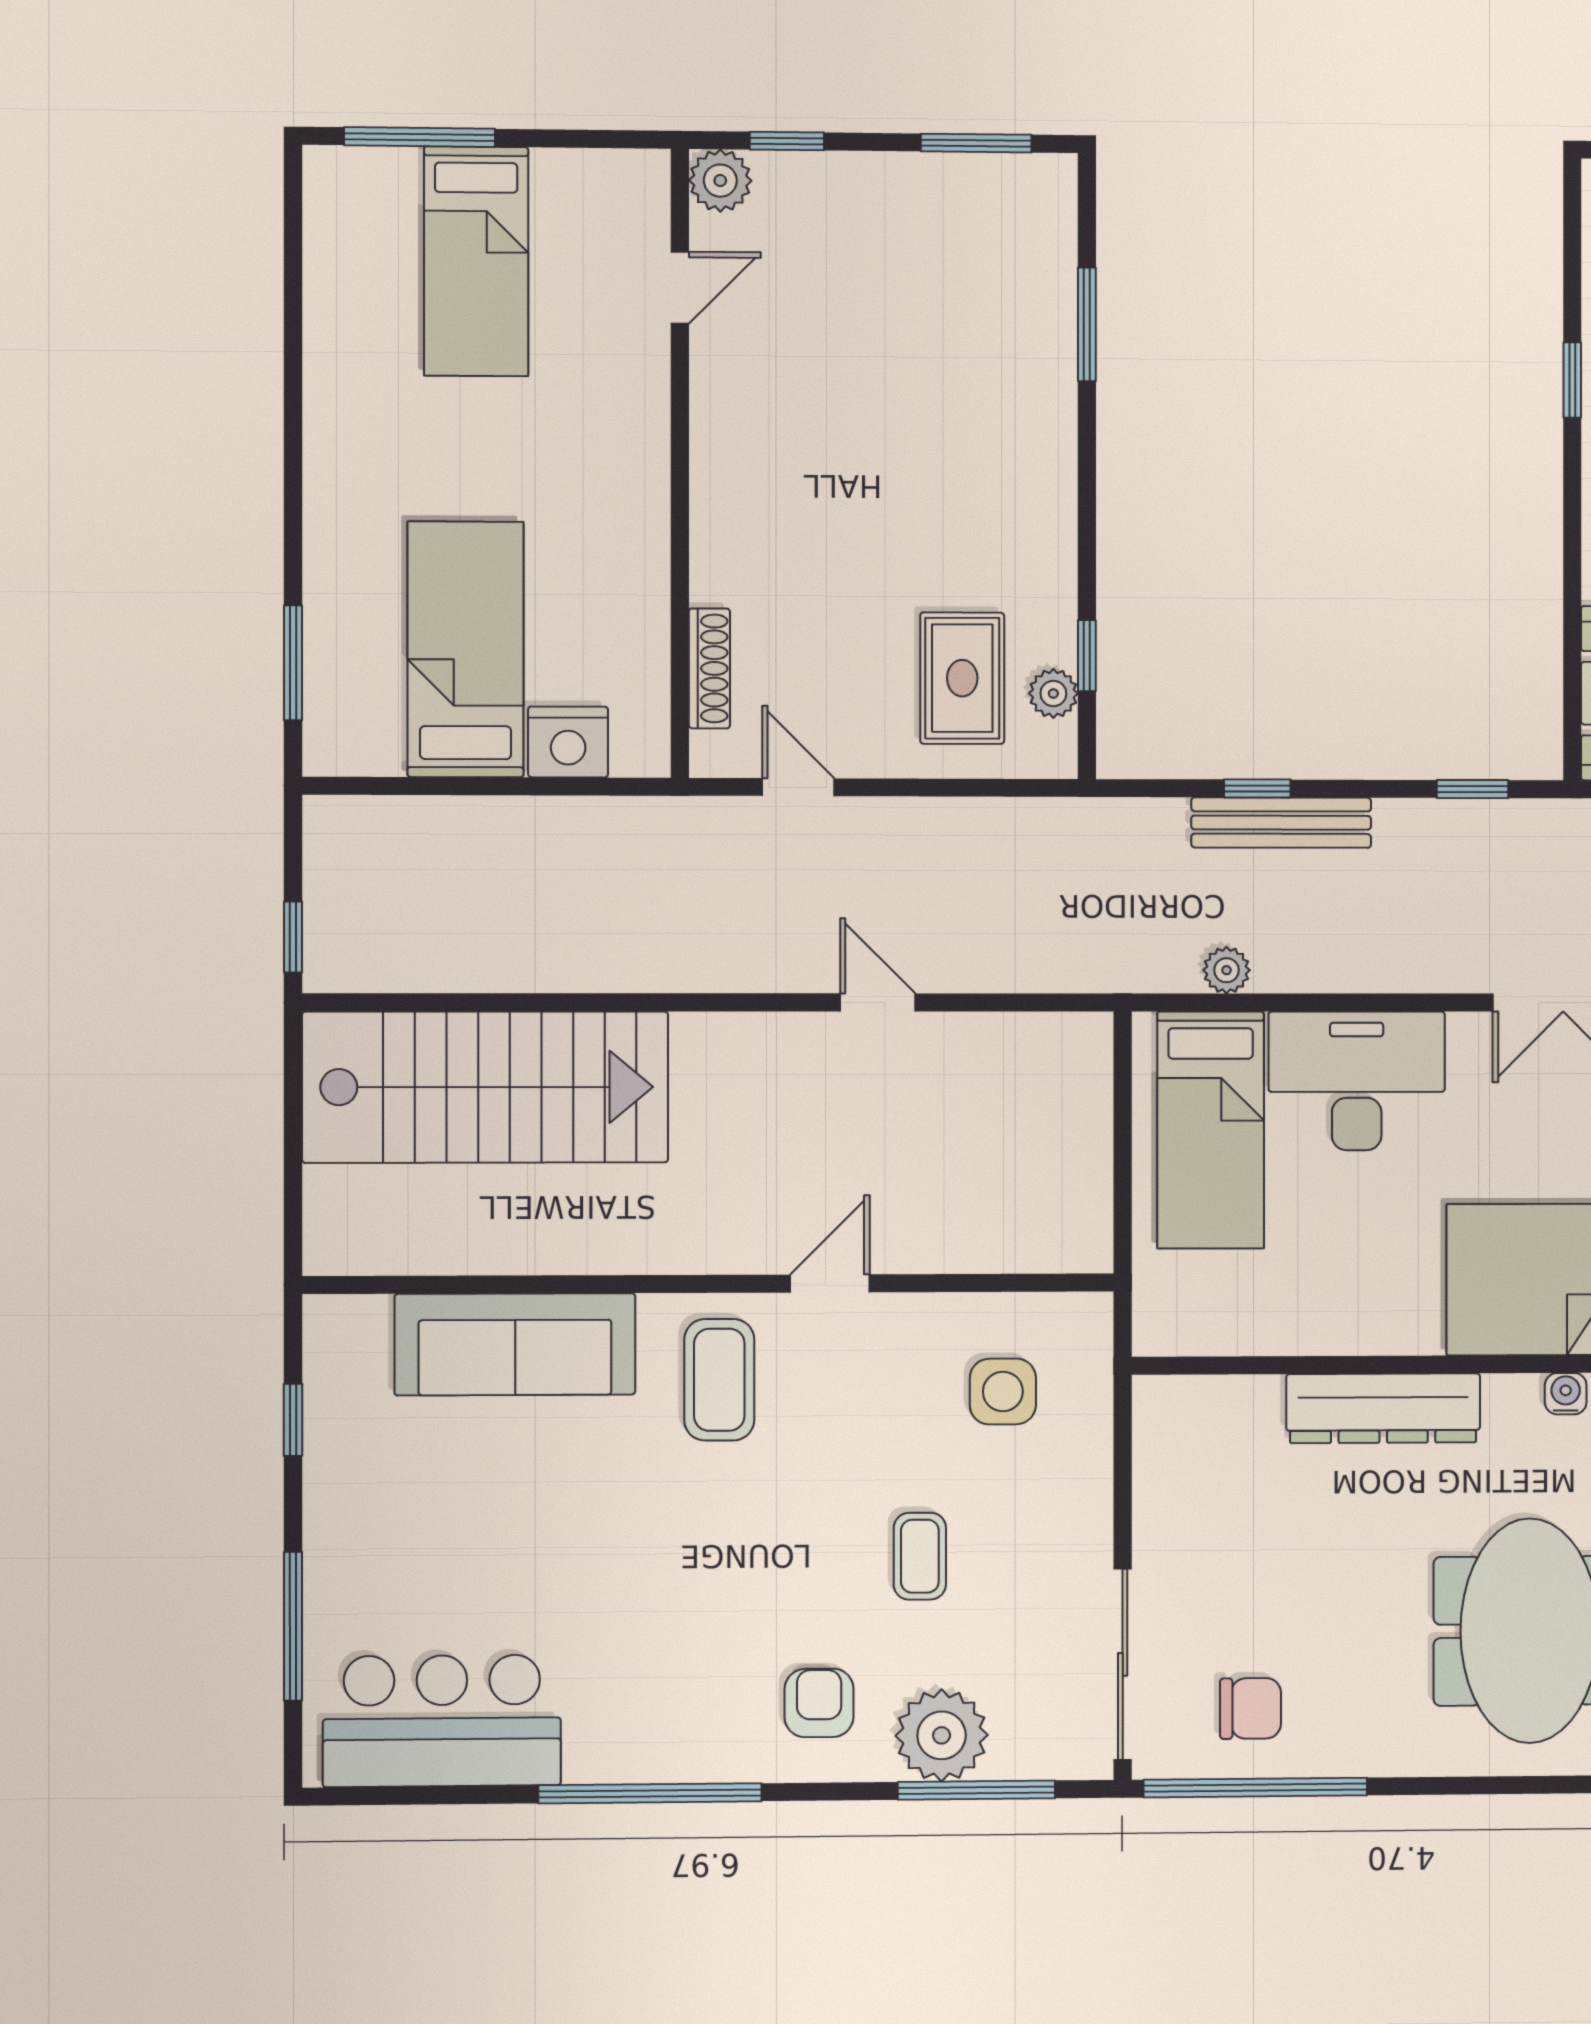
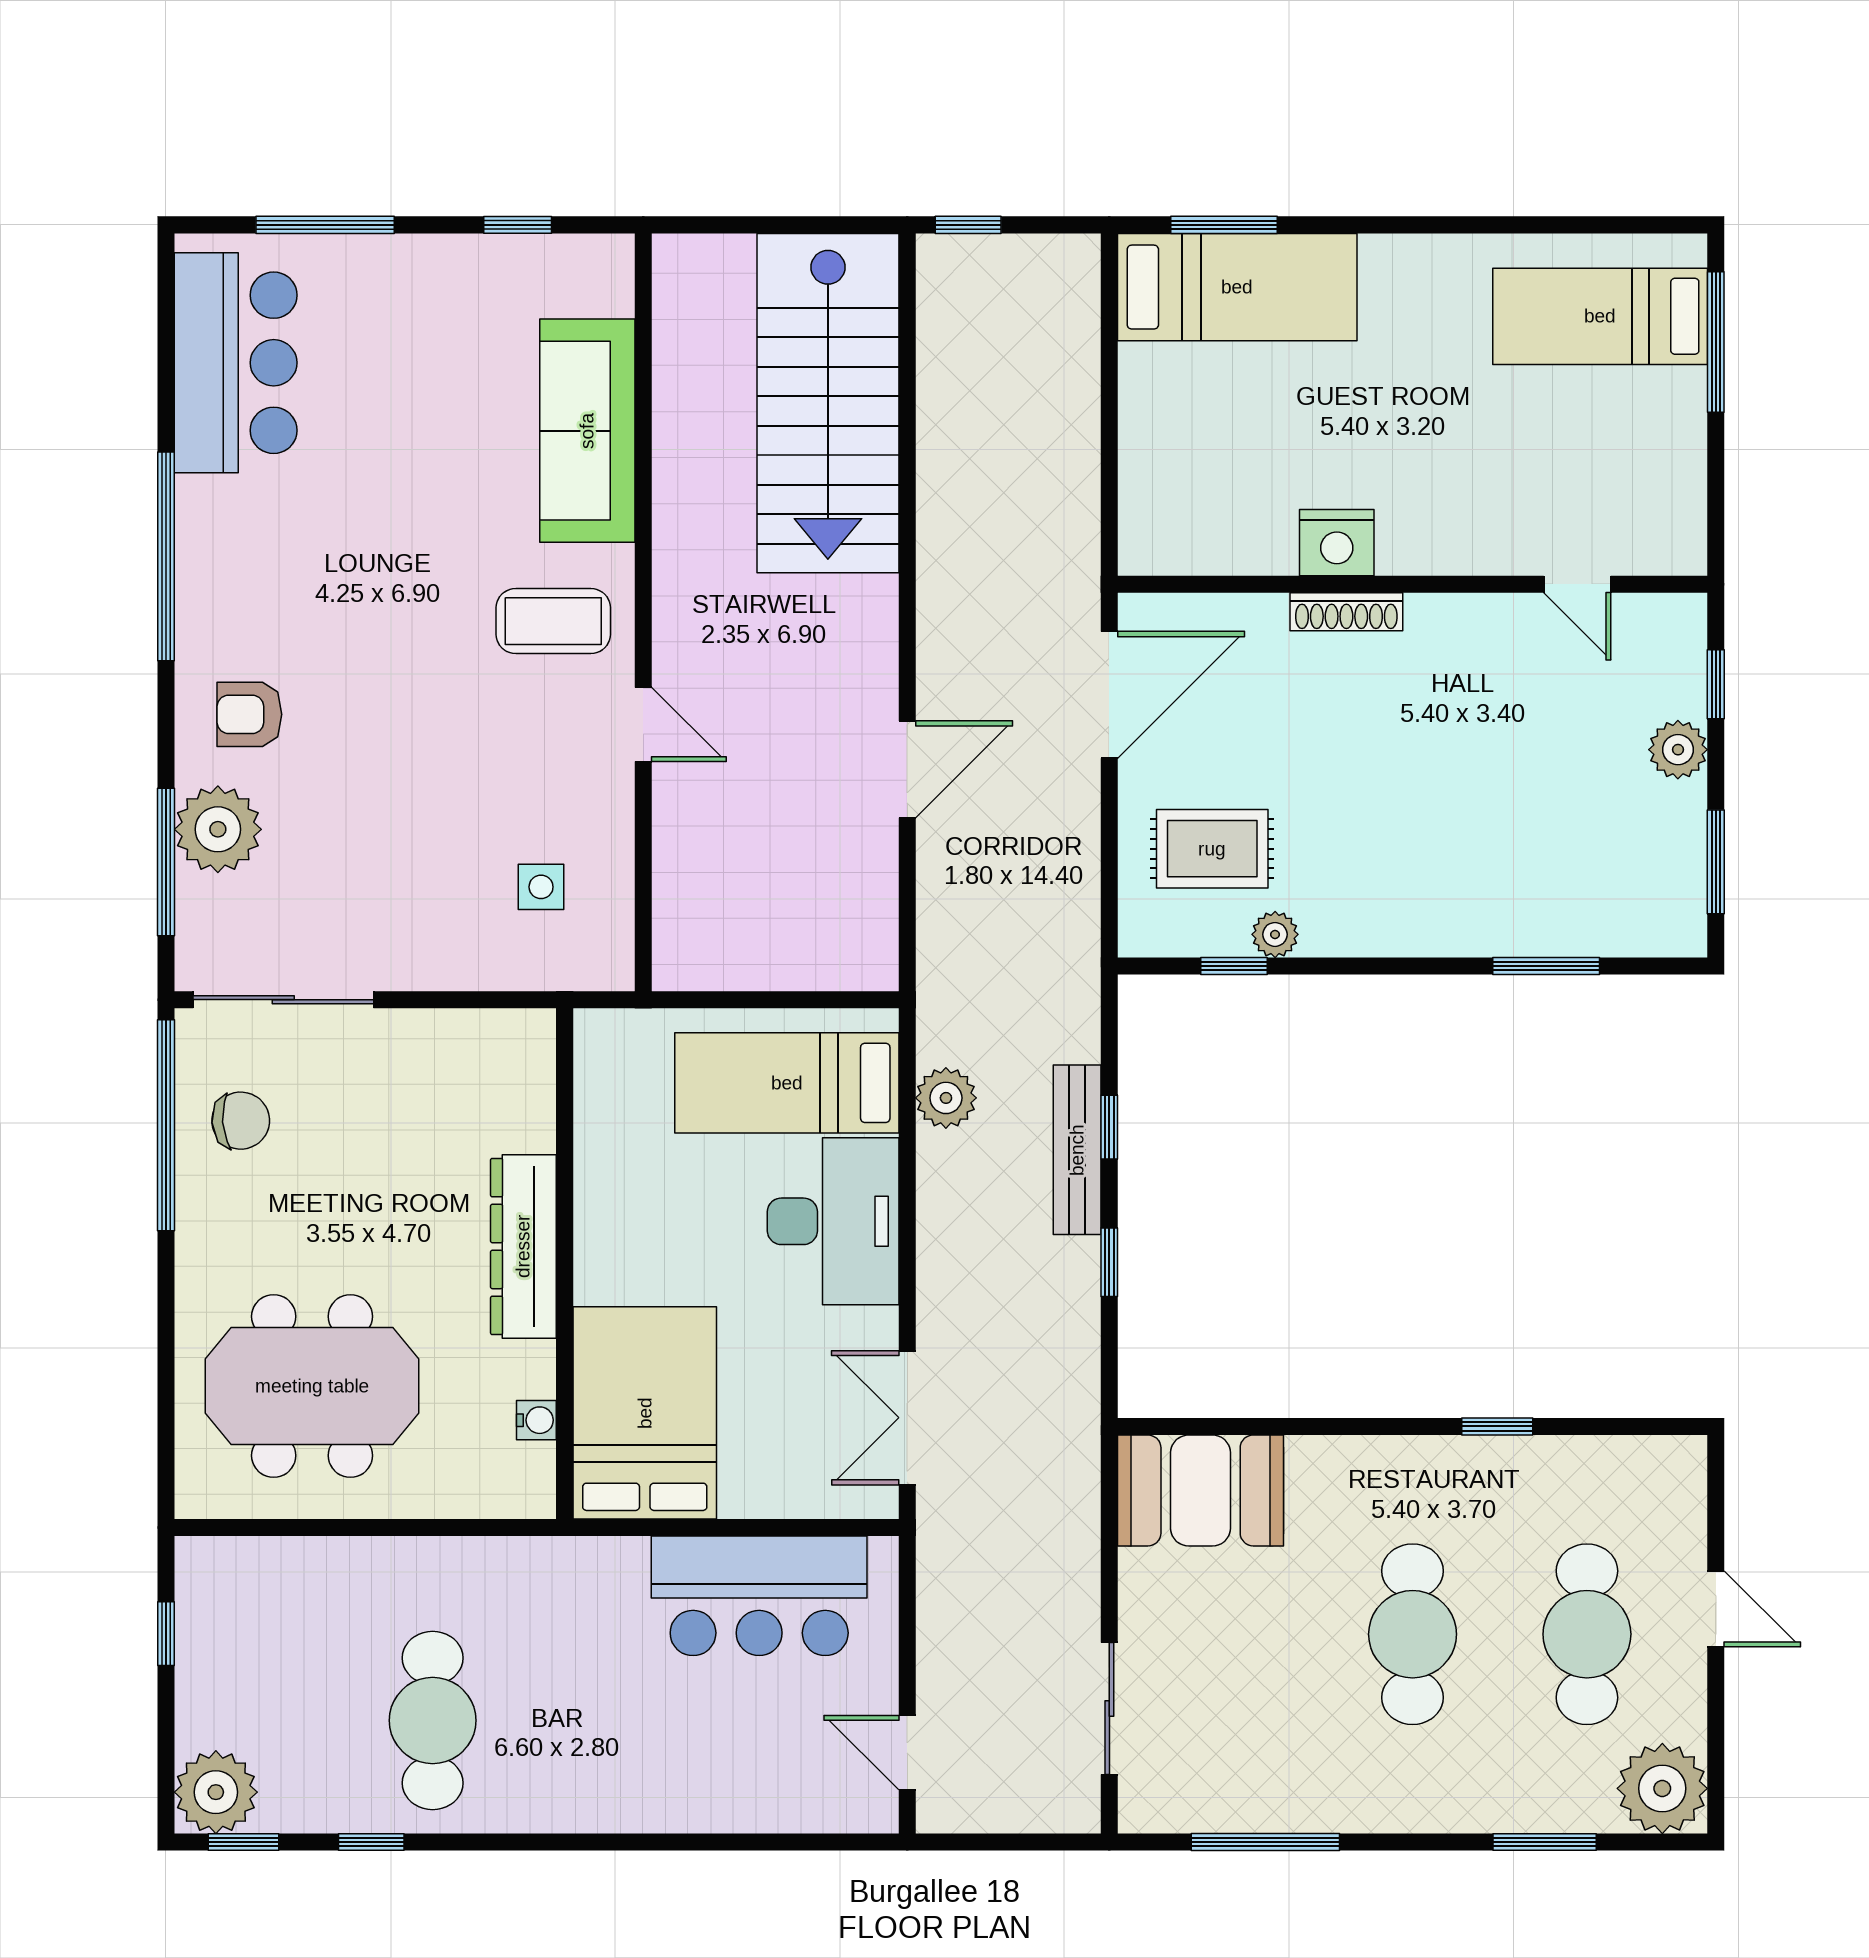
plant: (720, 181) -> (1678, 750), moved
bed: (476, 261) -> (1600, 316), moved
bed: (466, 649) -> (1237, 287), moved
shoe rack: (709, 668) -> (1346, 612), moved
plant: (1053, 693) -> (1275, 934), moved
nightstand: (568, 742) -> (1337, 543), moved, turned -90
door: (798, 787) -> (1109, 695), width x1.88
window: (1472, 789) -> (1109, 1262), moved
plant: (1226, 970) -> (946, 1098), width x1.38, depth x1.38
door: (878, 1002) -> (907, 769), width x1.38
side table: (1003, 1392) -> (541, 887), width x0.73, depth x0.73
coffee table: (920, 1556) -> (387, 809), removed
armchair: (819, 1703) -> (249, 714), turned 180
chair: (1250, 1708) -> (241, 1121), turned -94

